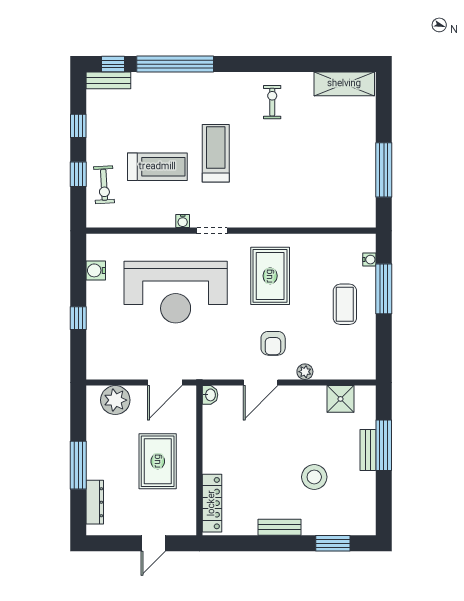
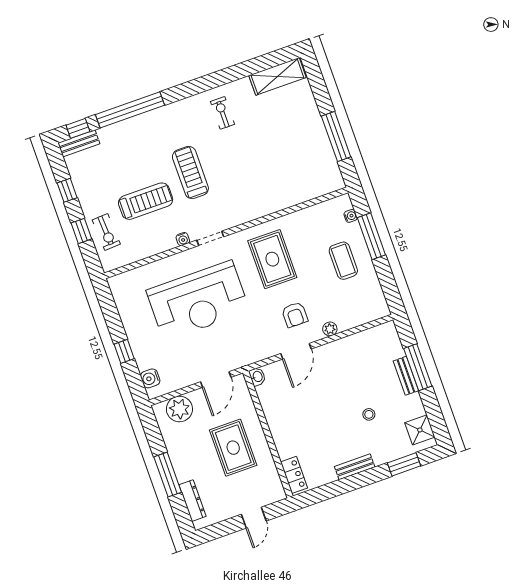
water cooler: (96, 270) -> (150, 378), moved
shower: (340, 399) -> (420, 430), moved
stool: (314, 477) -> (369, 414), width x0.53, depth x0.53
locker: (212, 503) -> (294, 475), width x0.66

